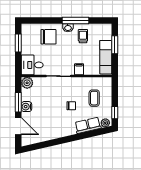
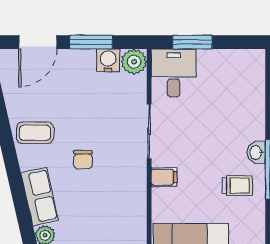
chair: (48, 37) -> (236, 109), removed
window: (18, 43) -> (192, 42), moved
coffee table: (94, 98) -> (35, 133), moved
water cooler: (26, 107) -> (108, 60), moved

